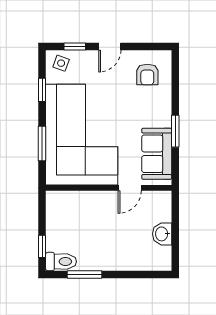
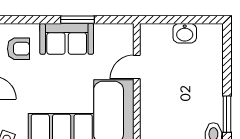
sofa: (157, 154) -> (67, 39), moved
door: (130, 188) -> (137, 67), swing flipped

